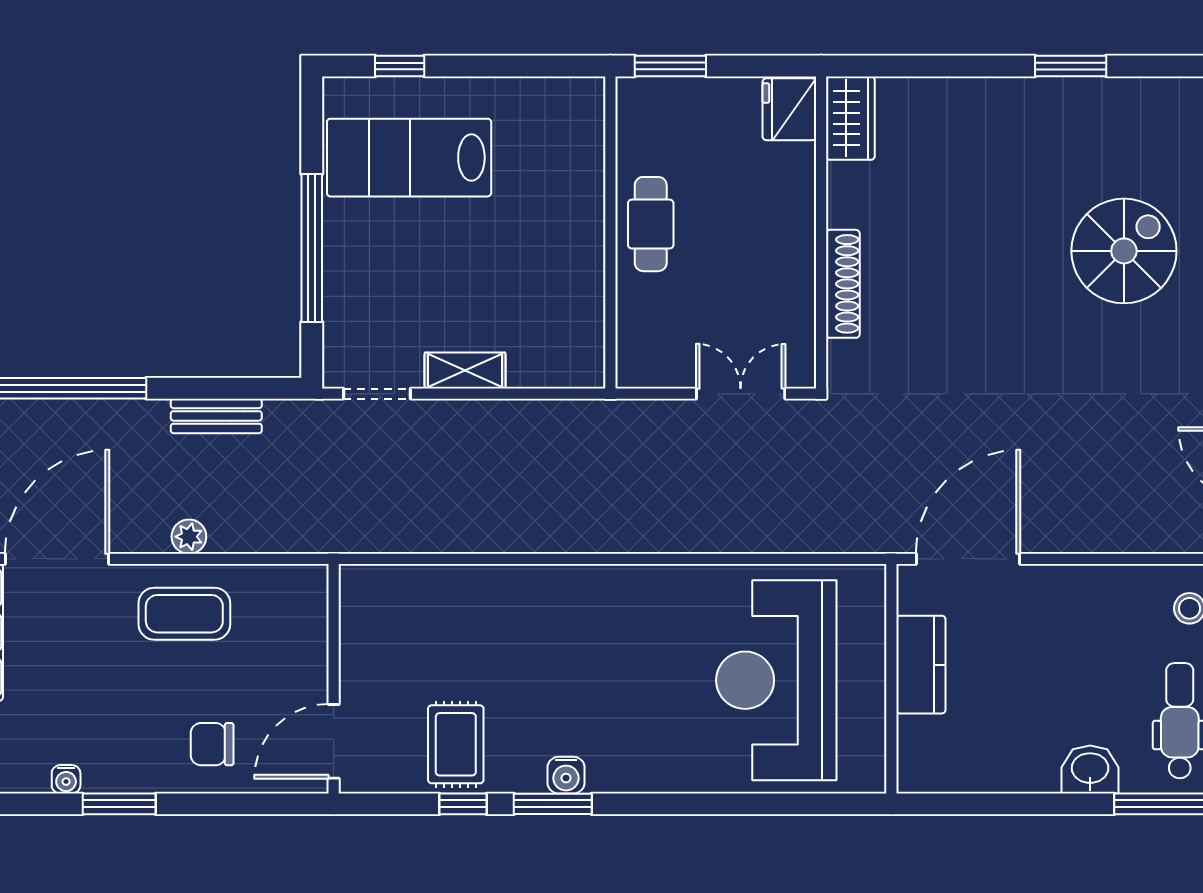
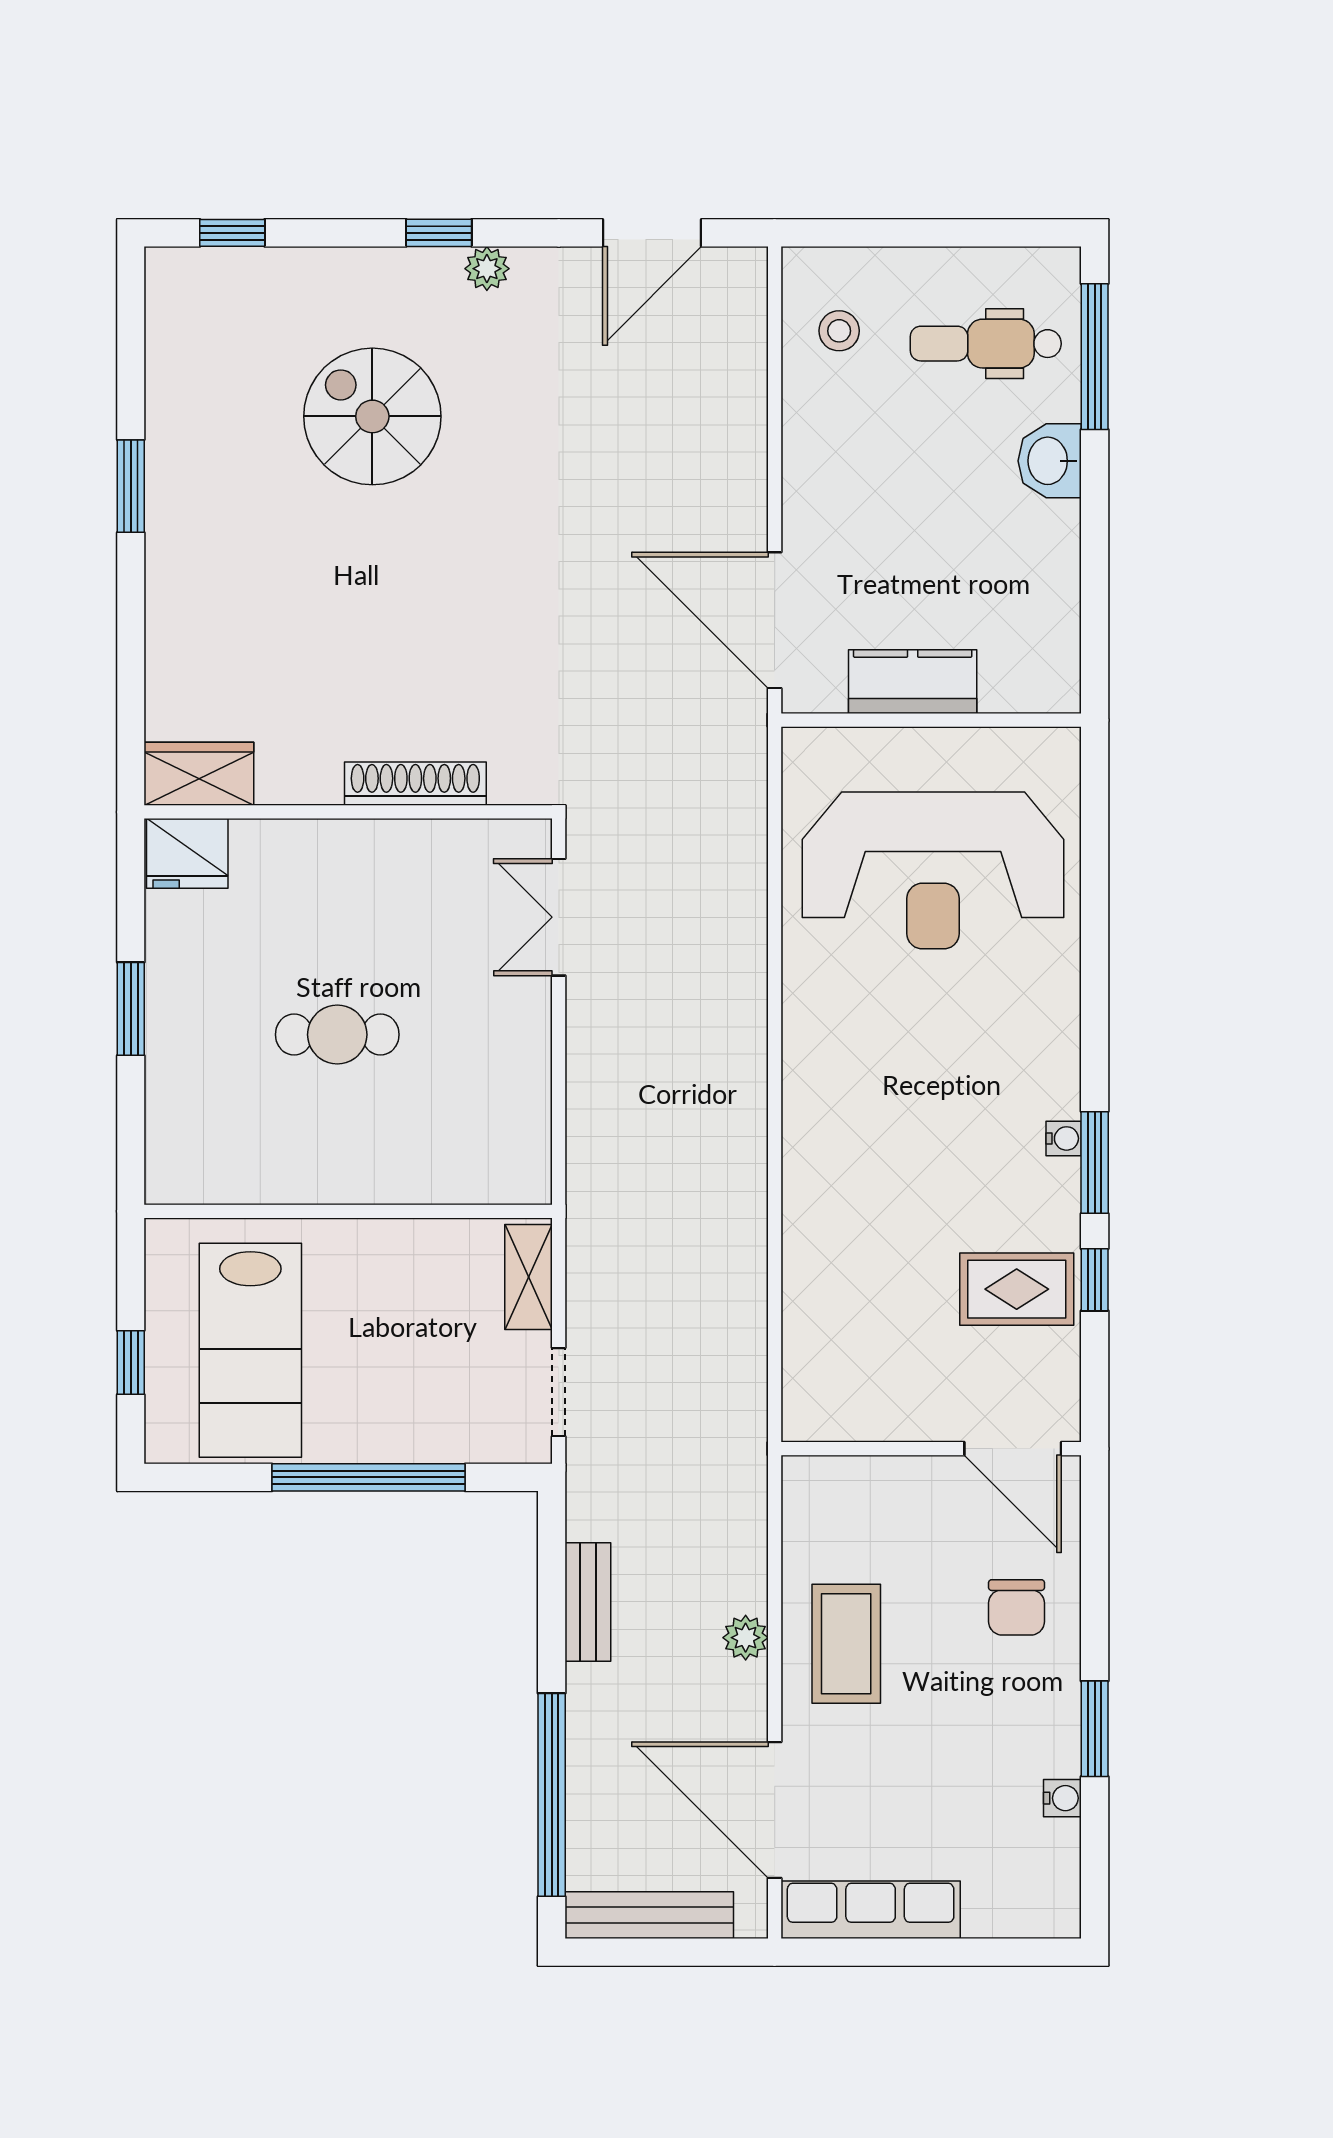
wall: (610, 232) -> (348, 1211), moved
water cooler: (566, 775) -> (1064, 1138), width x0.72, depth x0.72

